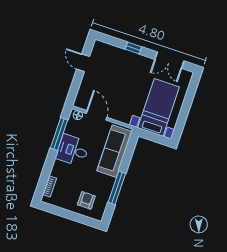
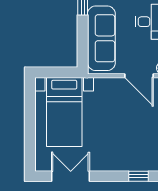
window: (133, 48) -> (139, 176), moved

